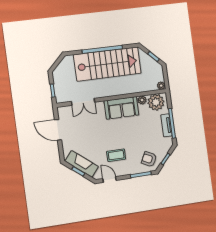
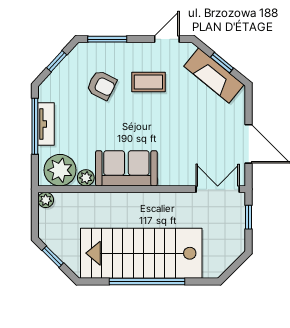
double door: (83, 102) -> (218, 189), moved
armchair: (149, 159) -> (102, 85), moved
door: (109, 179) -> (167, 39), swing flipped

